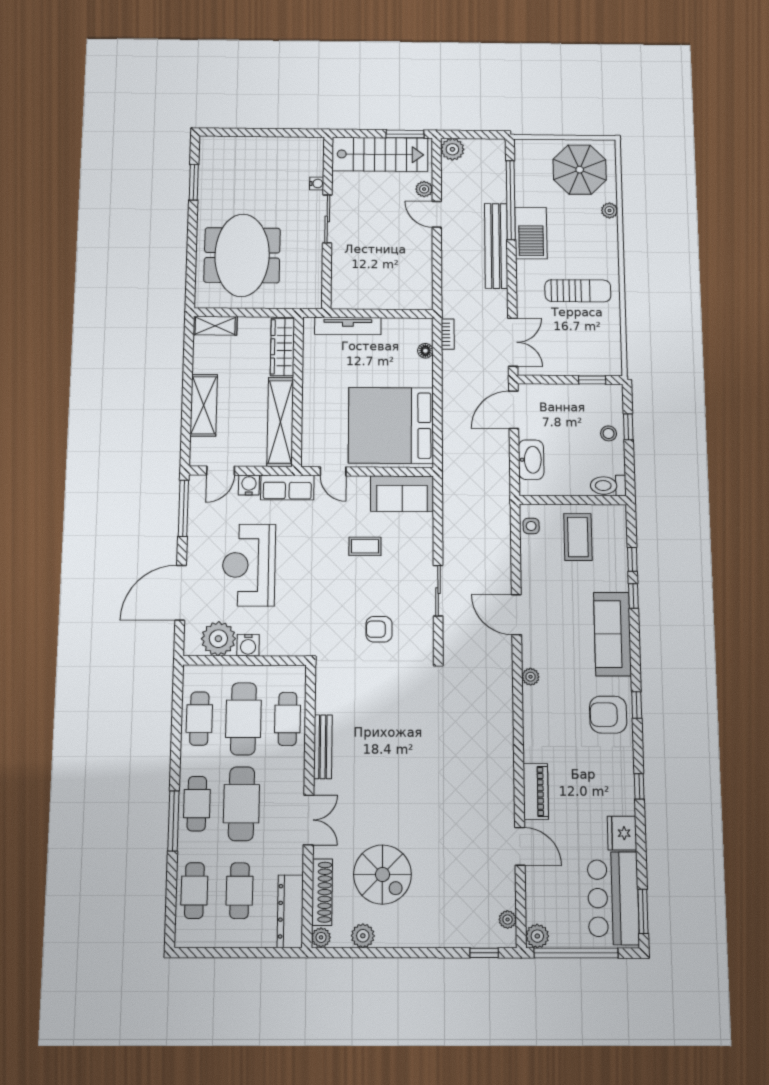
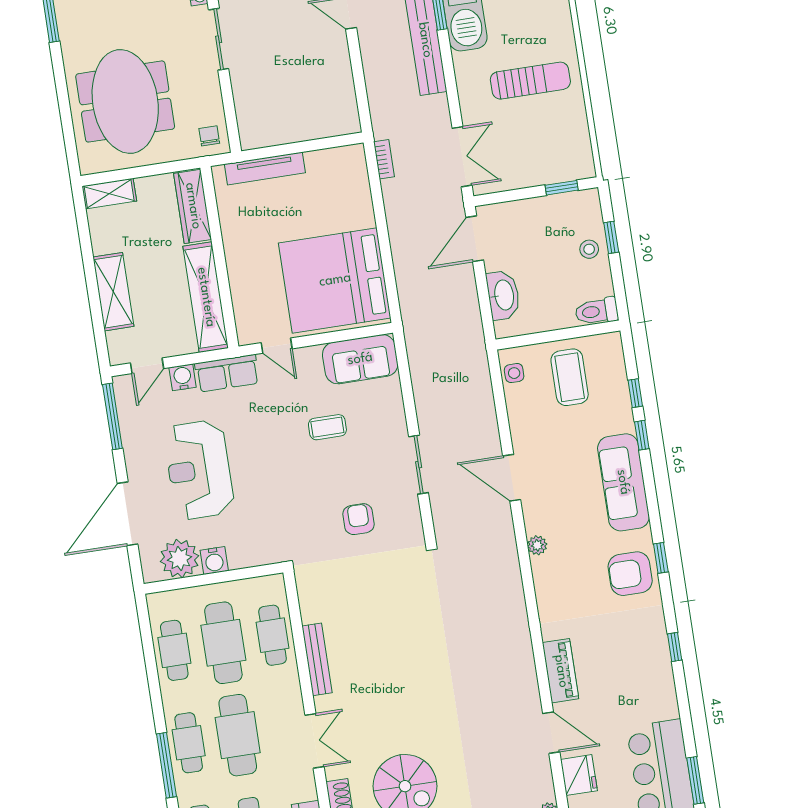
chair: (306, 293) -> (209, 136), added
floor lamp: (425, 351) -> (361, 184), removed
armchair: (379, 629) -> (359, 519), turned 90
fridge: (622, 833) -> (579, 775), moved, turned 180

